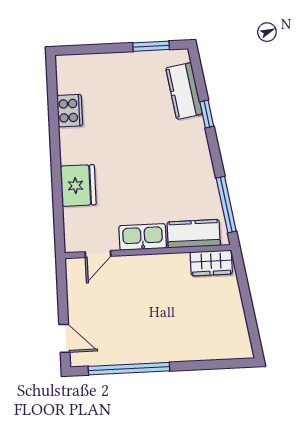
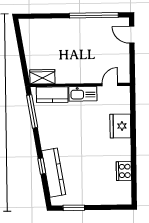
kitchen counter: (184, 91) -> (54, 173), width x1.50

